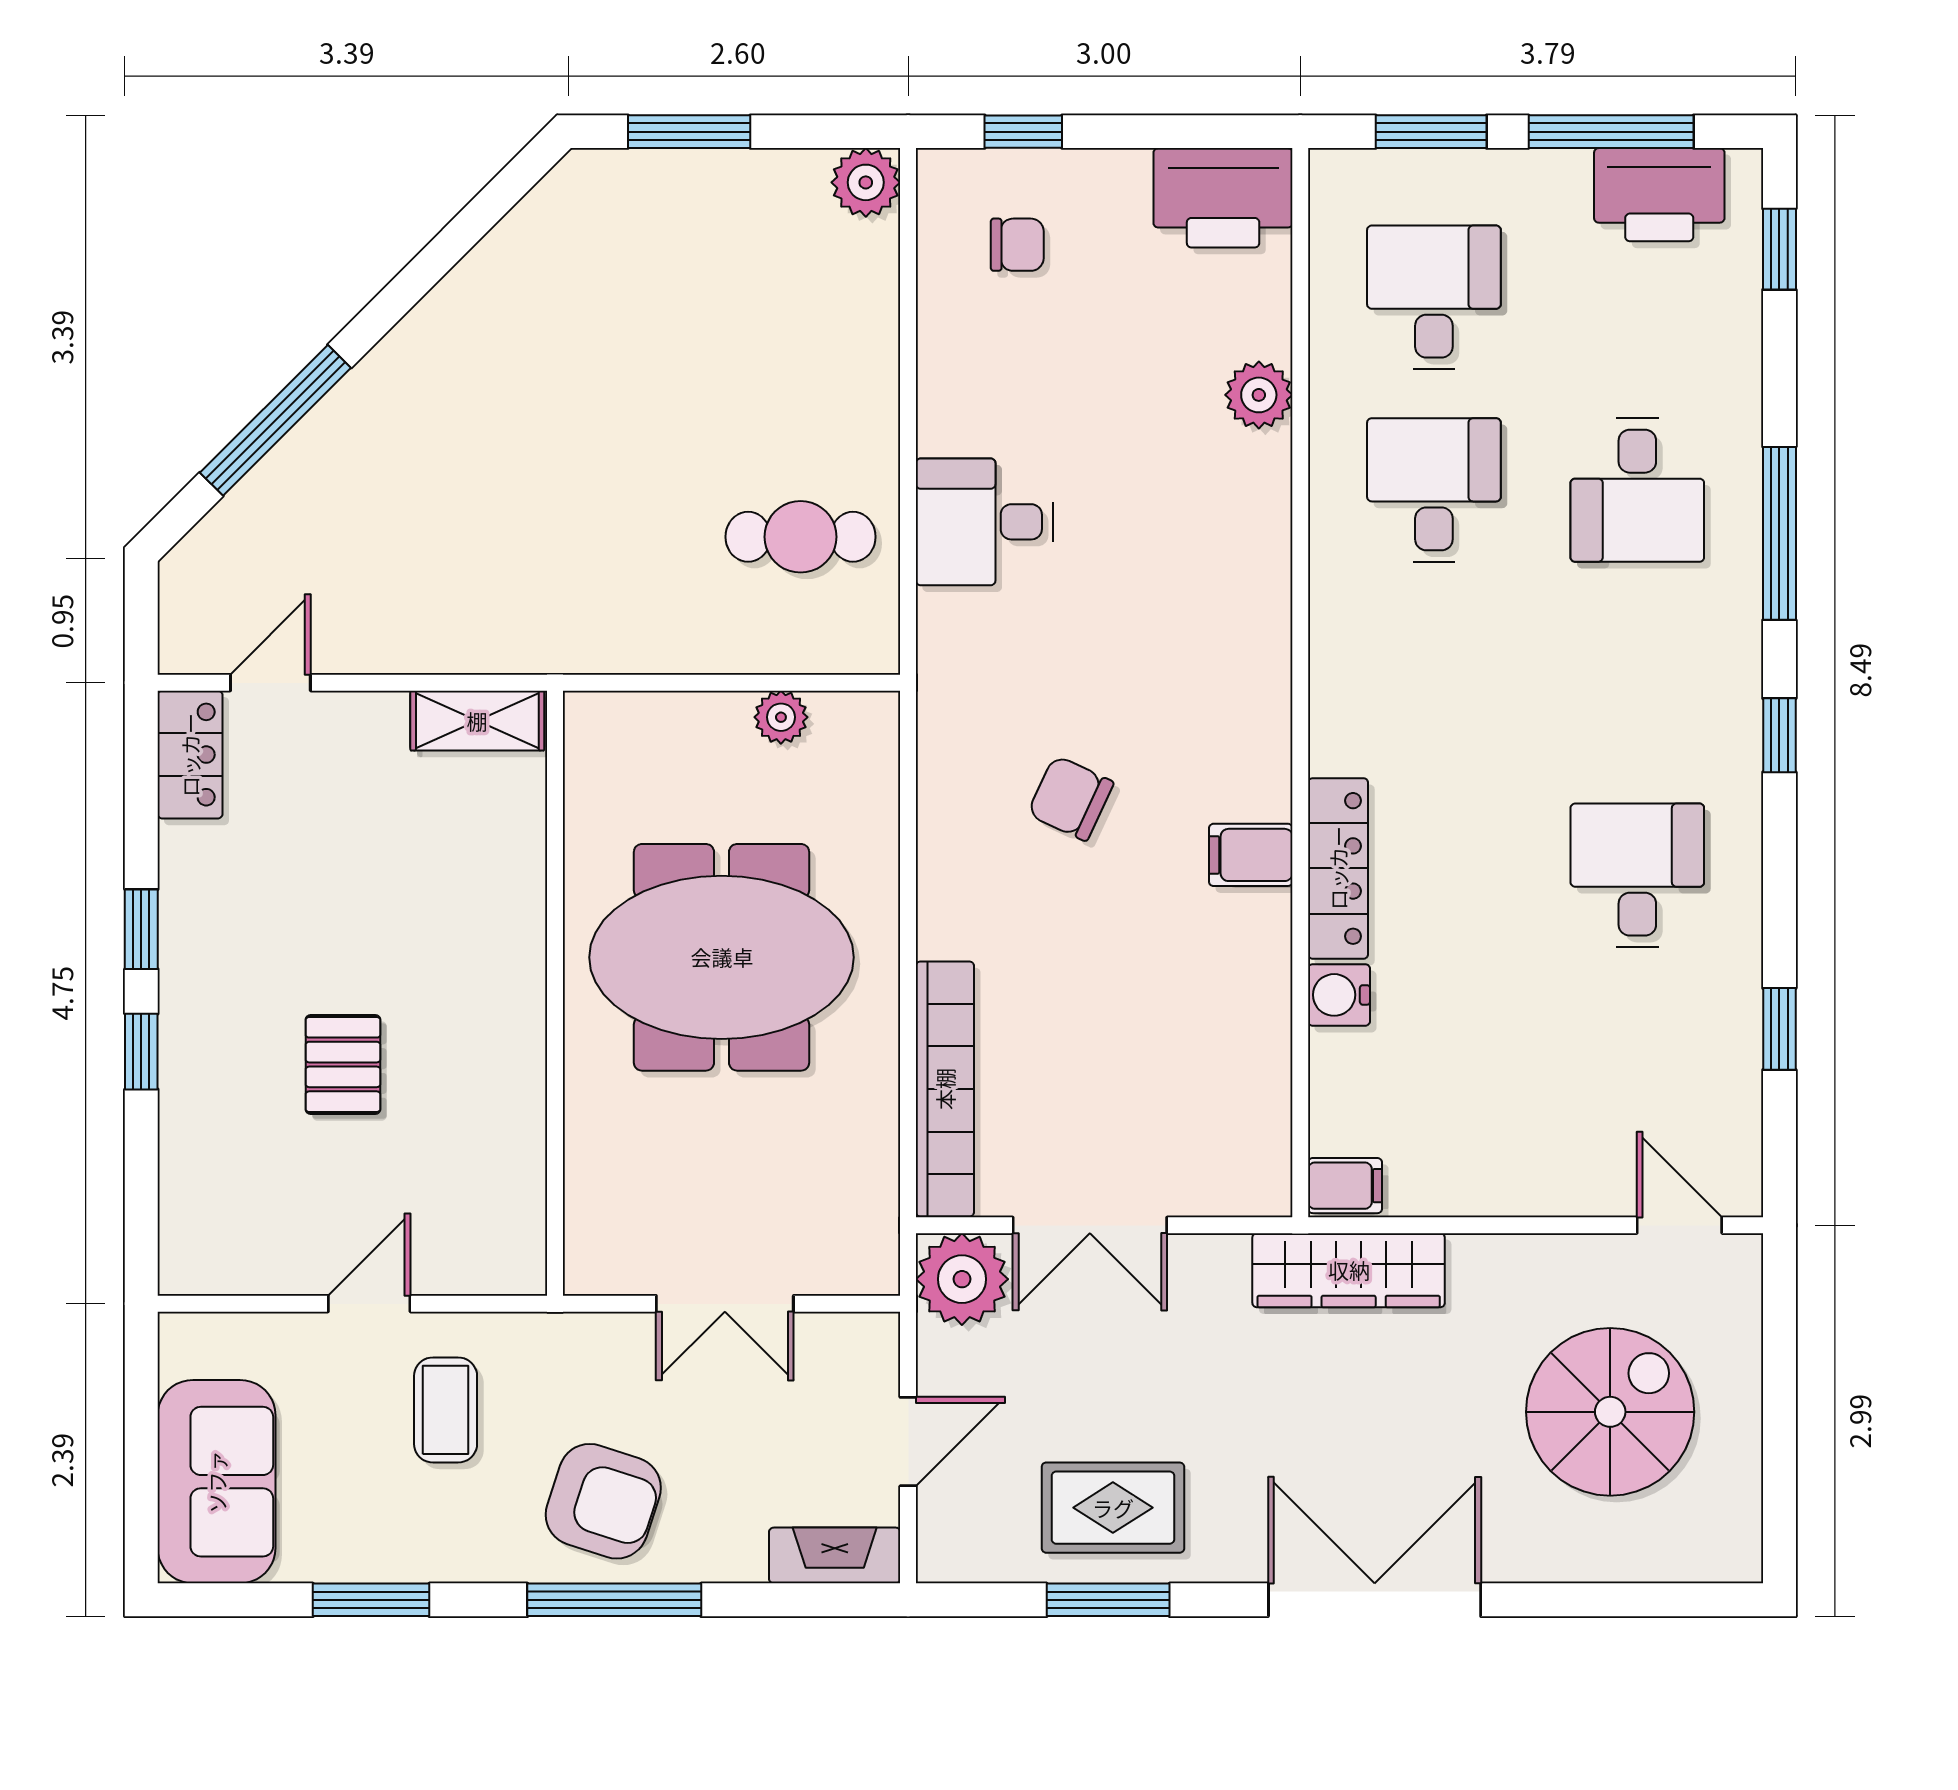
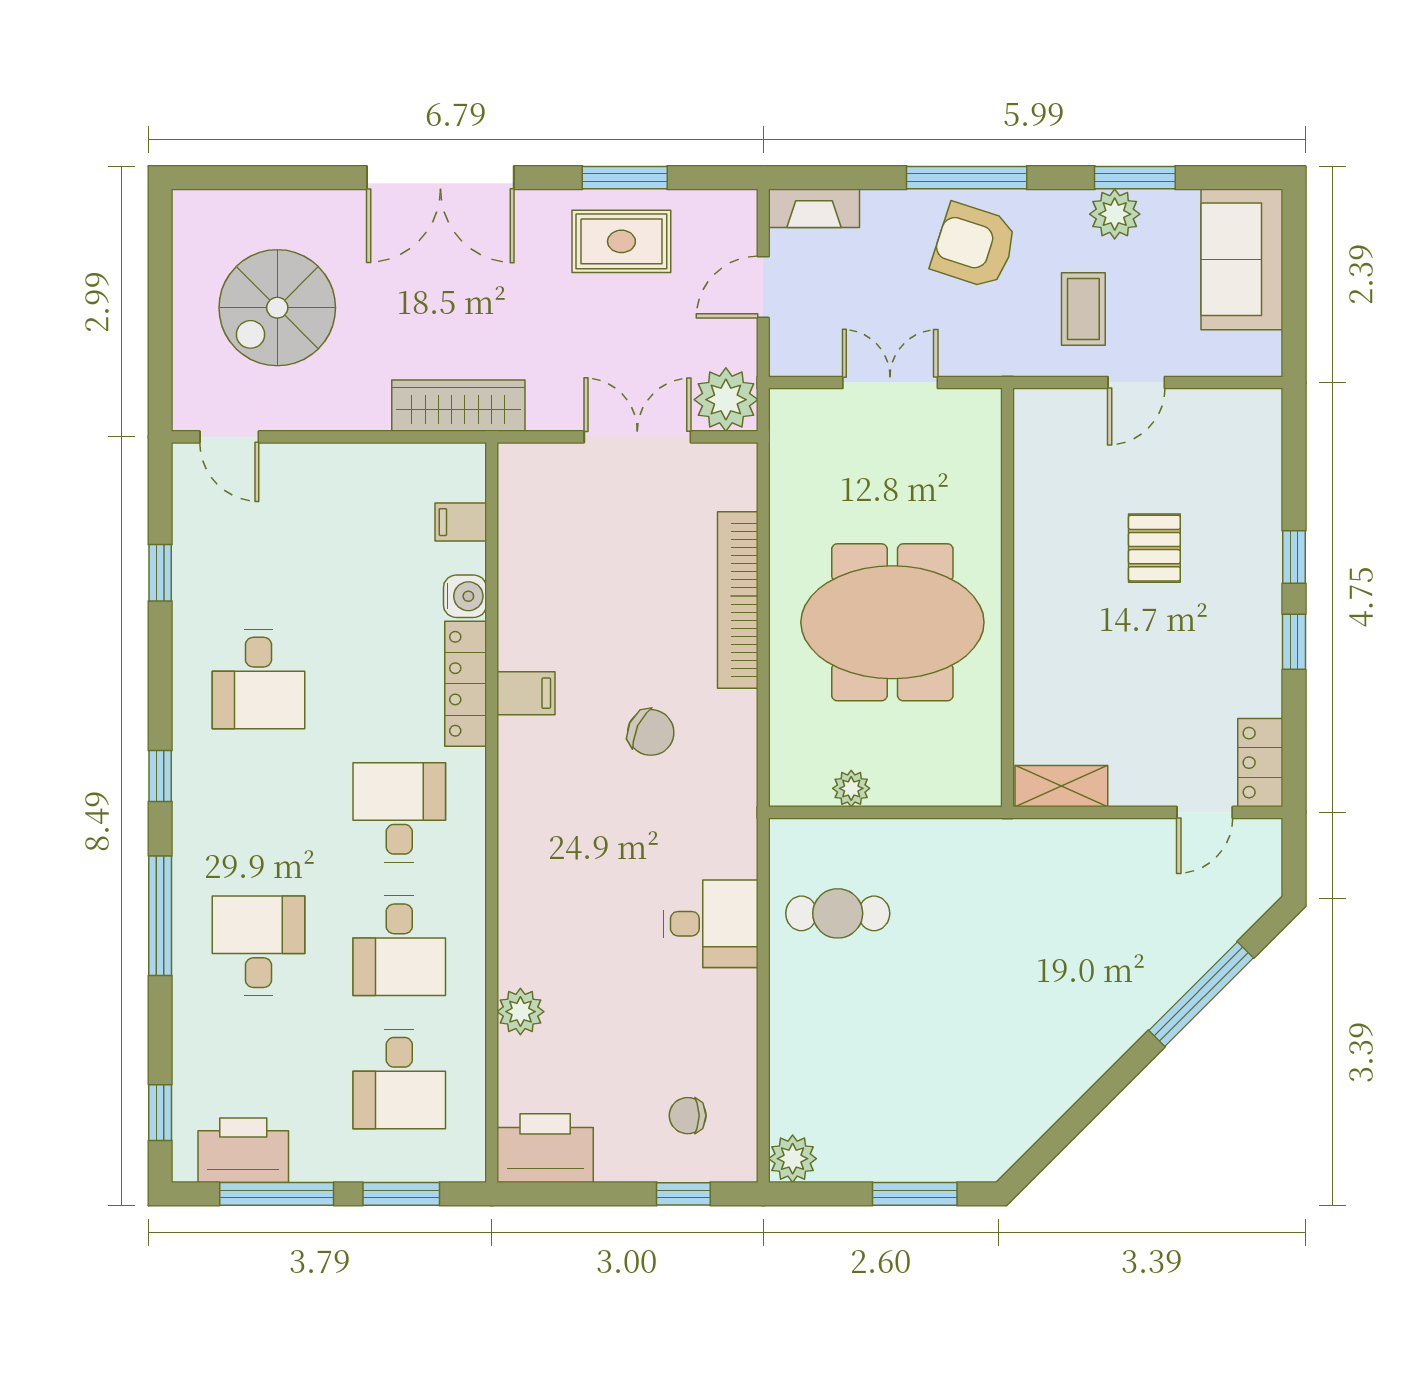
desk: (1434, 683) -> (399, 812), added
bookcase: (945, 1089) -> (738, 600), moved
filing cabinet: (1345, 1186) -> (461, 522), moved
plant: (400, 1547) -> (1115, 214), added

